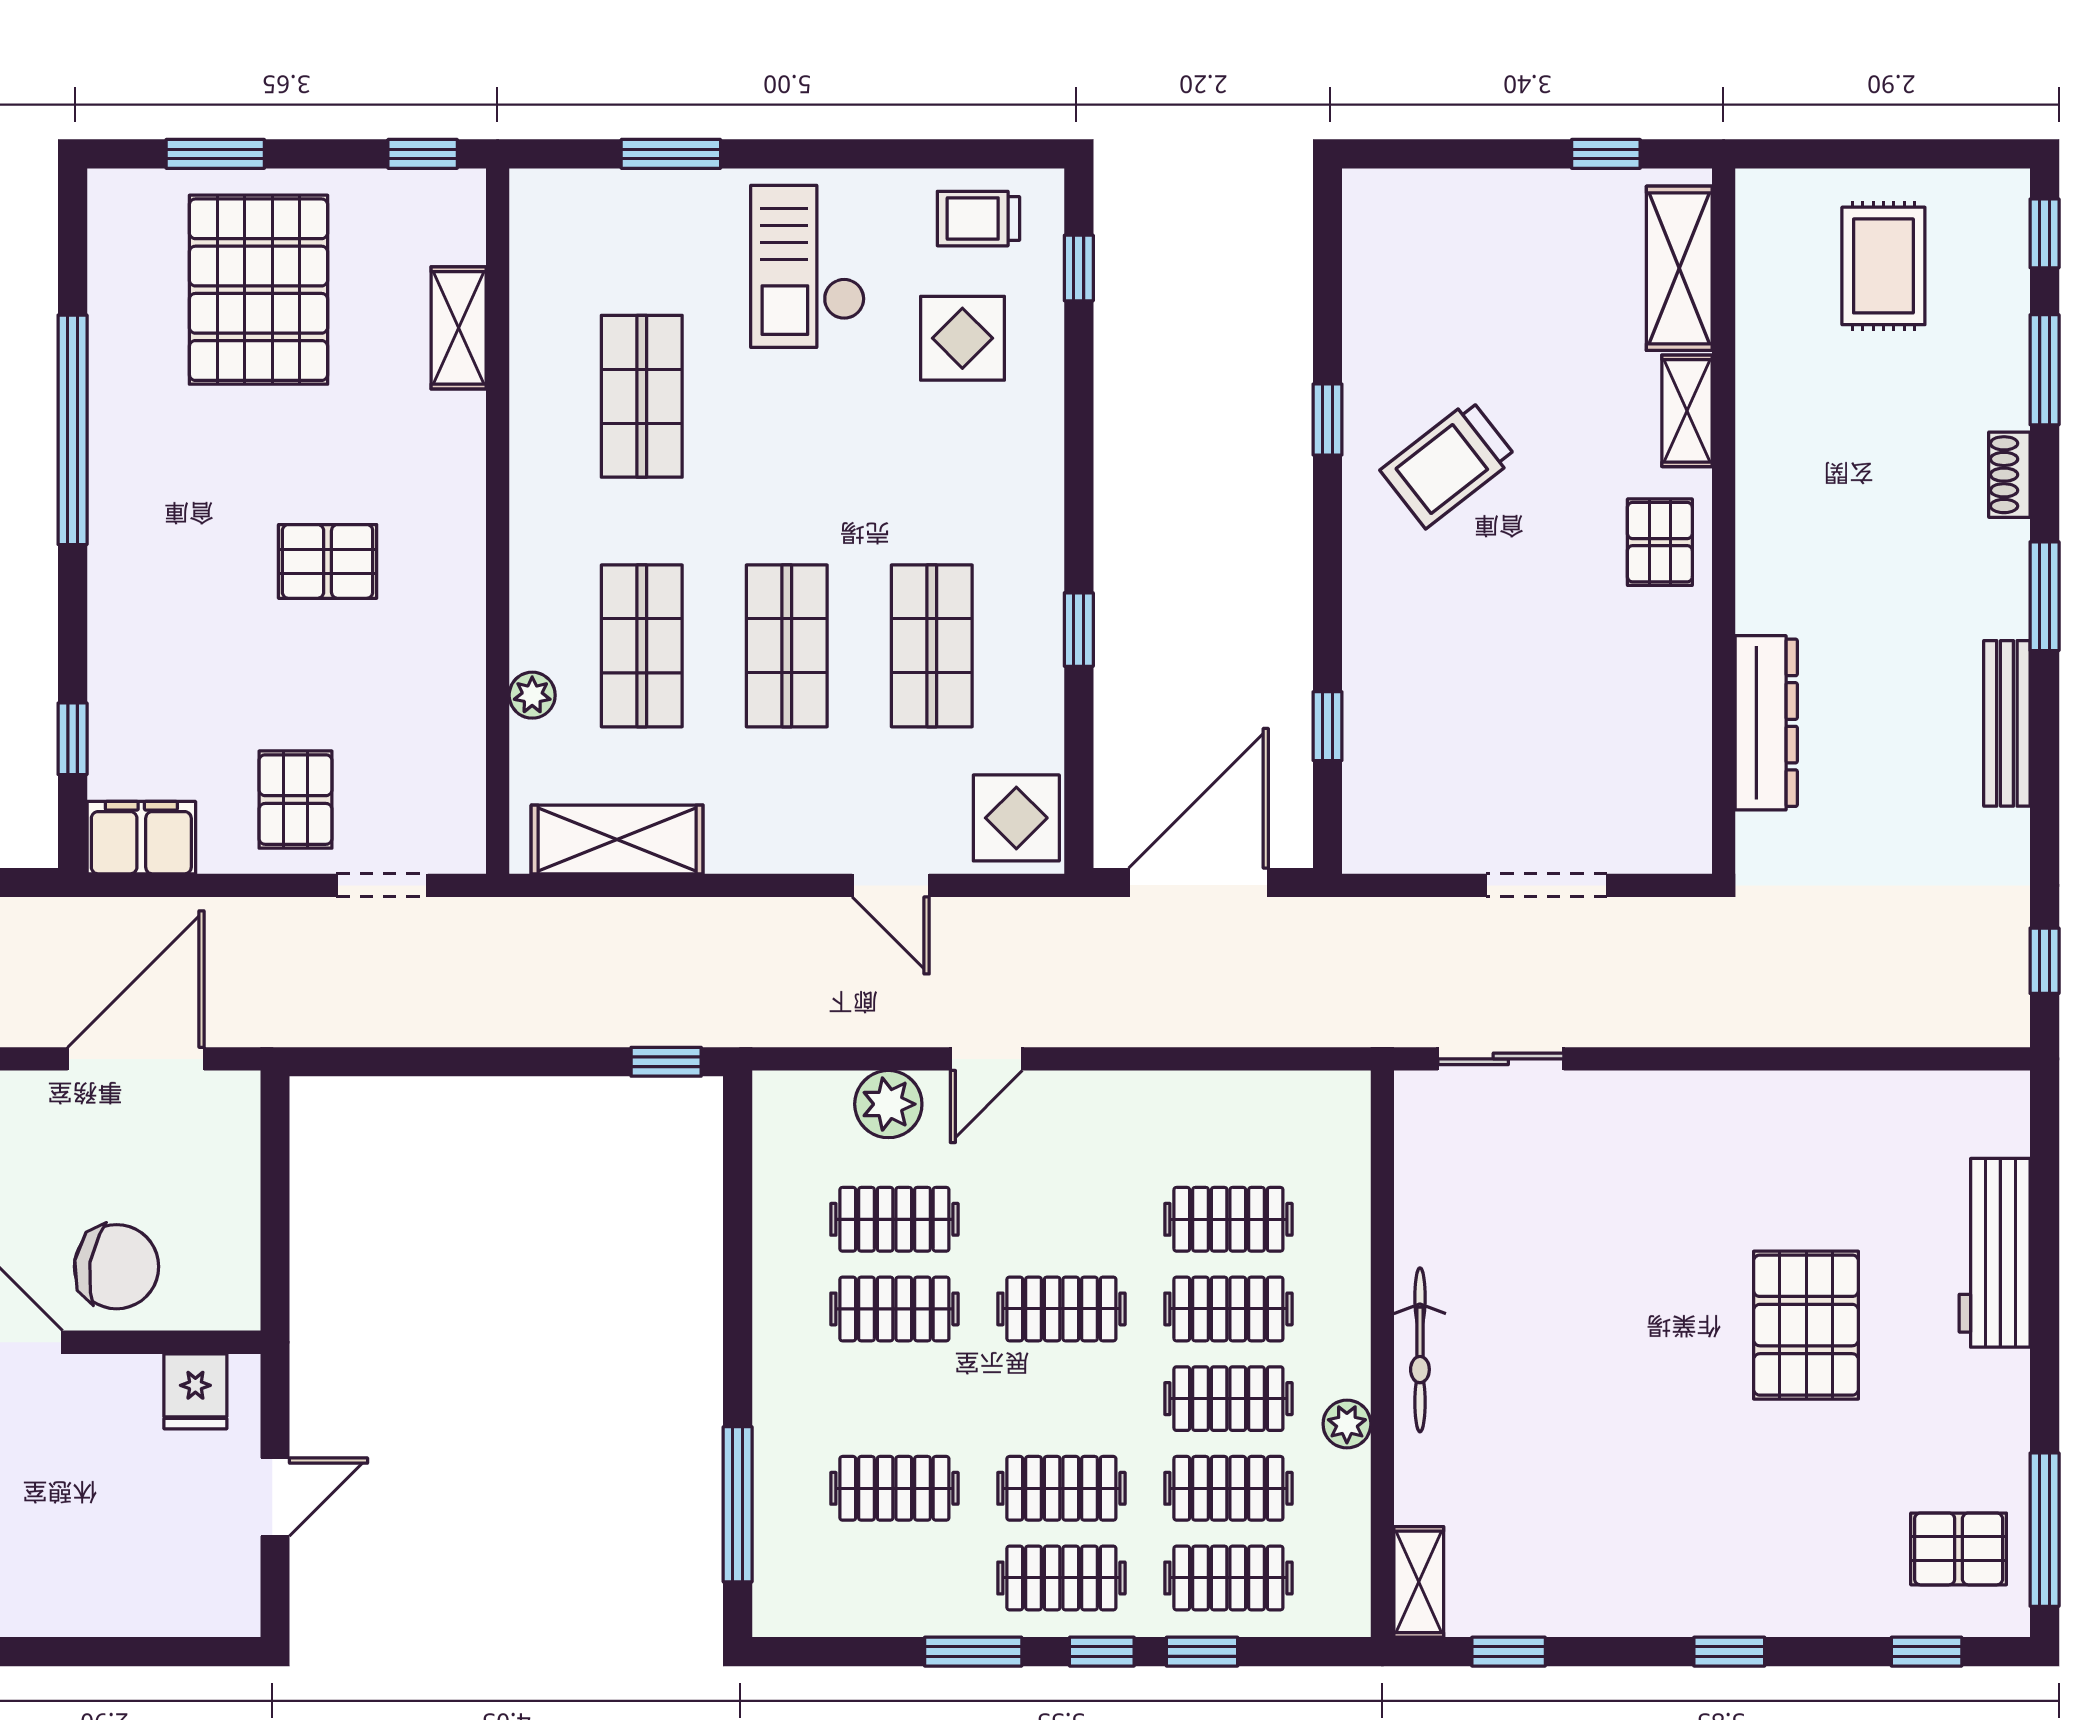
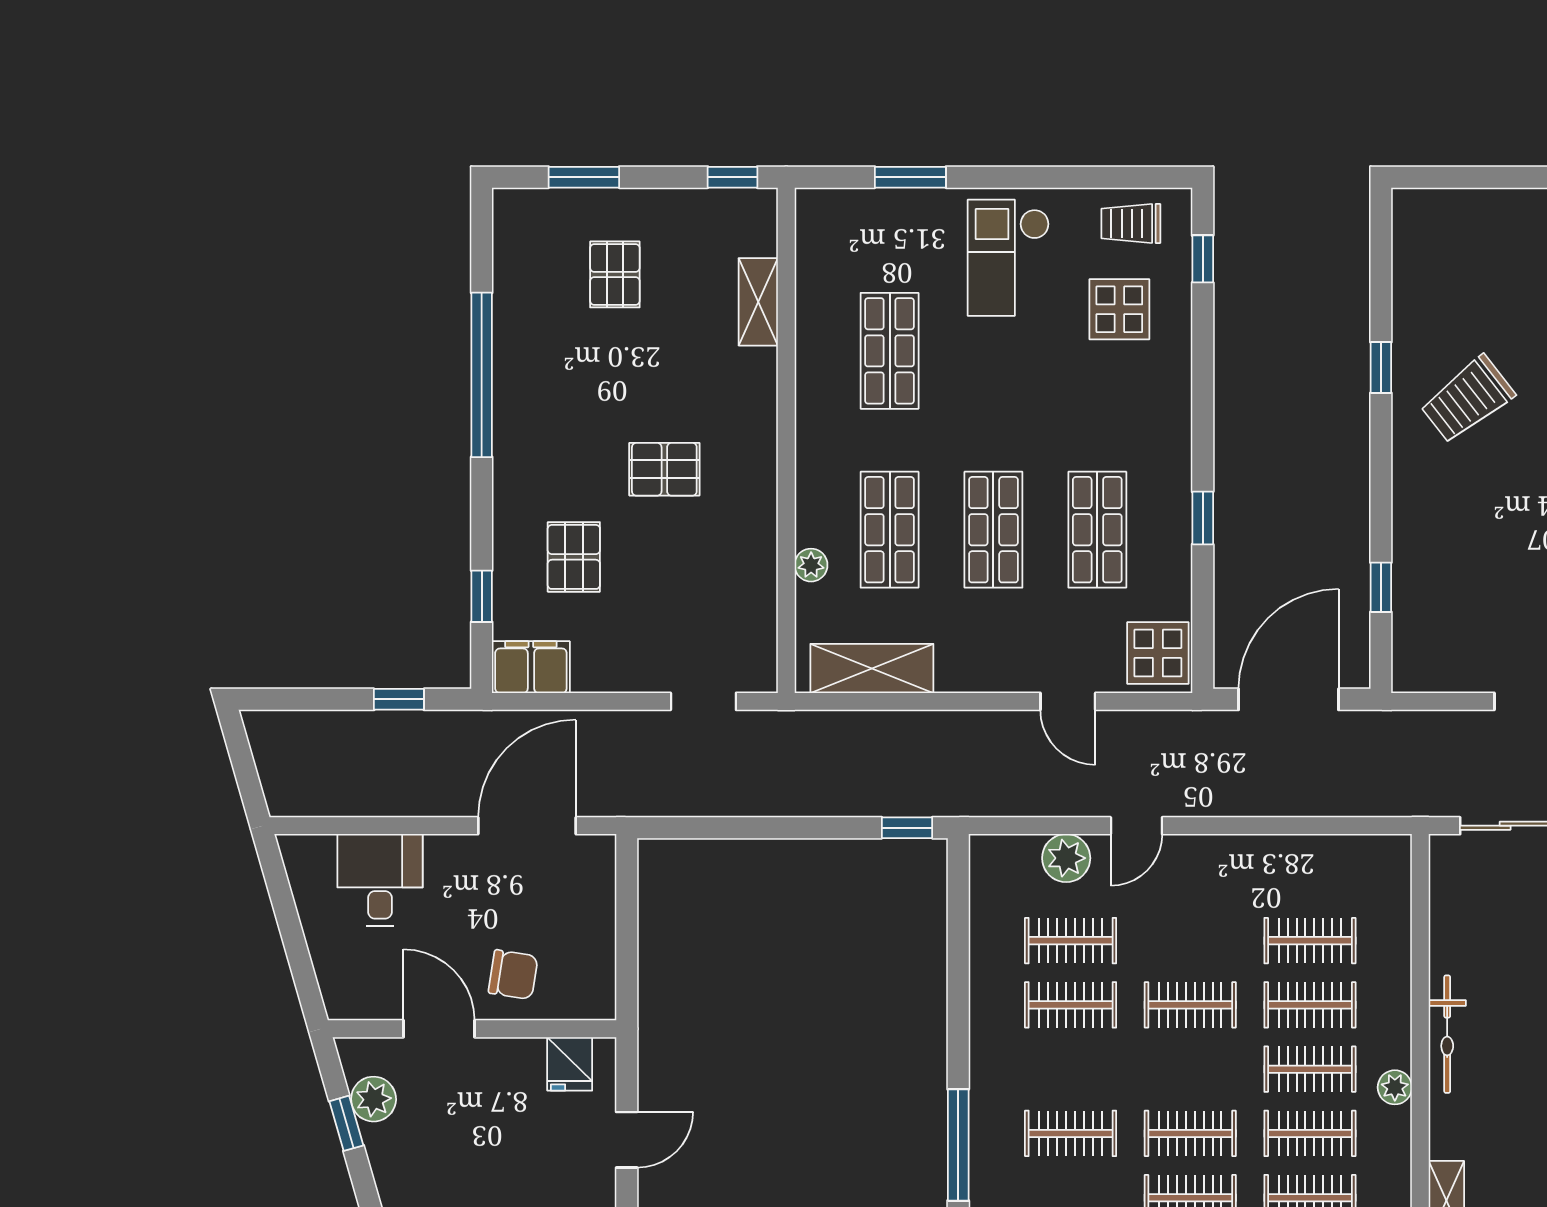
pallet: (258, 290) -> (615, 274), width x0.49, depth x0.50
pallet: (295, 800) -> (574, 557), moved
chair: (117, 1267) -> (513, 975), width x0.73, depth x0.73

